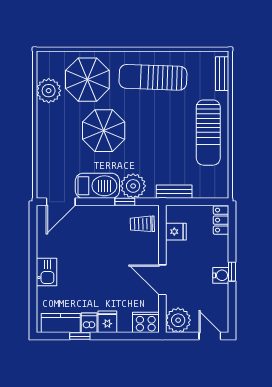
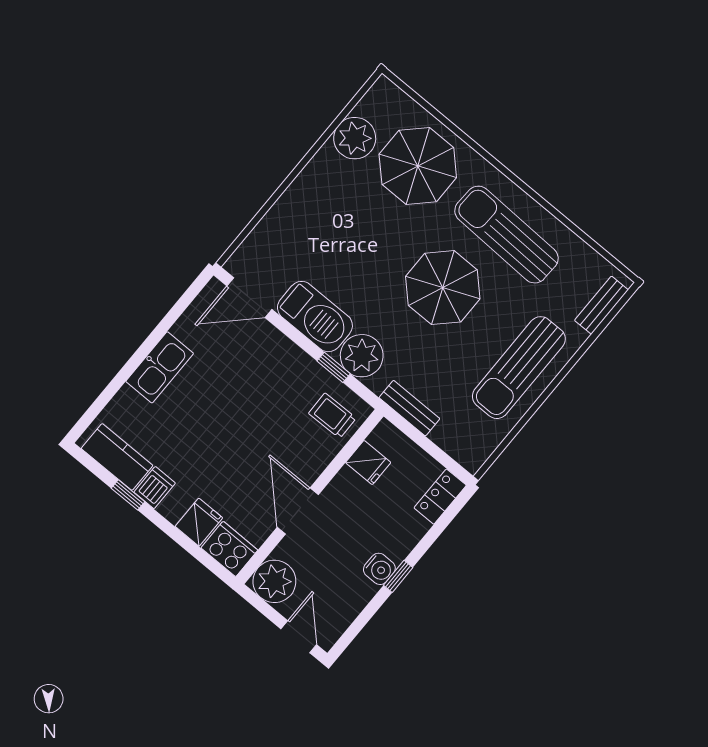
parasol: (104, 131) -> (443, 288), moved
kitchen sink: (46, 272) -> (160, 367), width x1.38
fridge: (107, 322) -> (199, 522), moved

